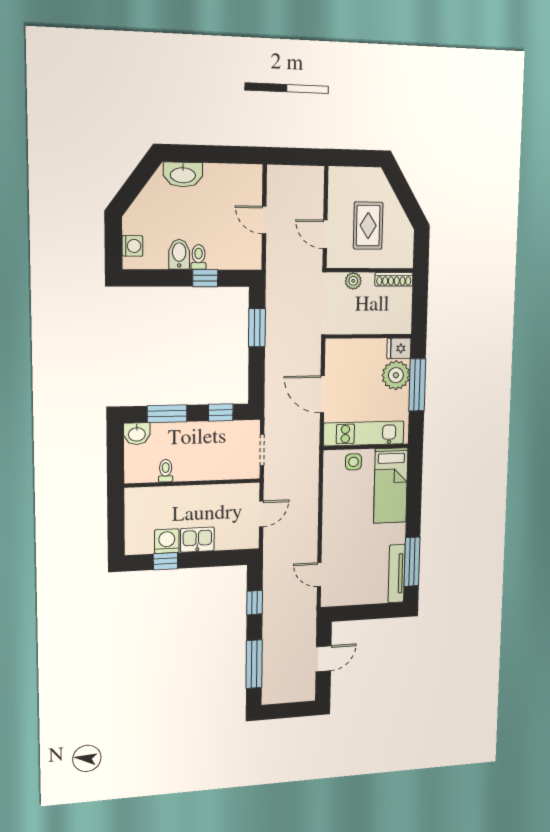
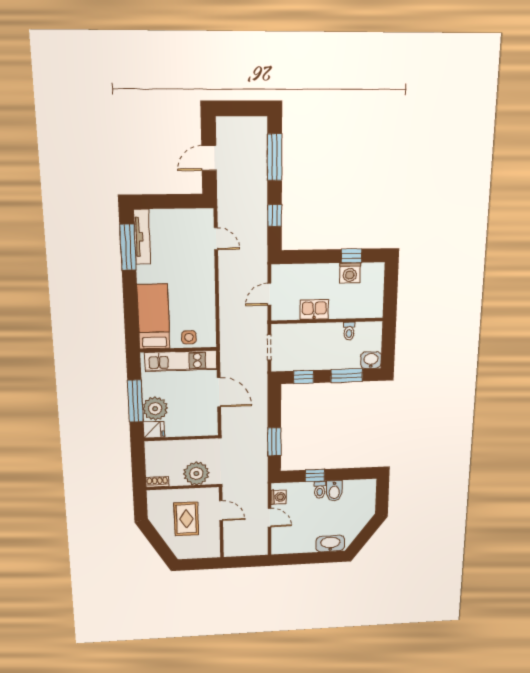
washing machine: (132, 246) -> (279, 497), moved, turned 180
shoe rack: (394, 279) -> (157, 482), width x0.70
plant: (353, 281) -> (196, 473), width x1.87, depth x1.87
kitchen sink: (197, 540) -> (314, 310), moved, turned 180

